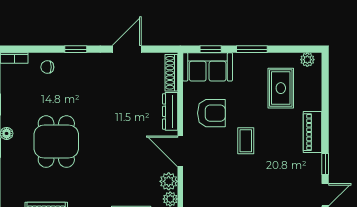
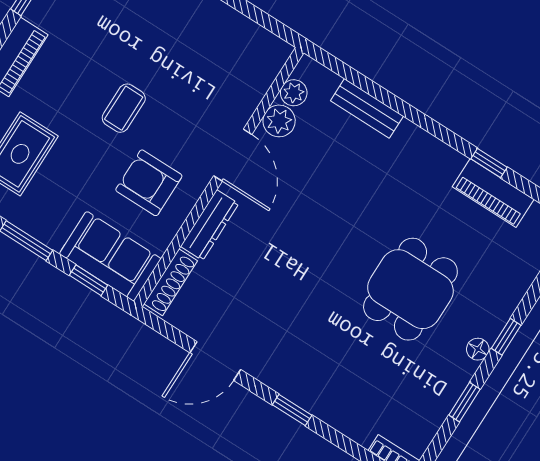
chair: (47, 67) -> (352, 410), removed

